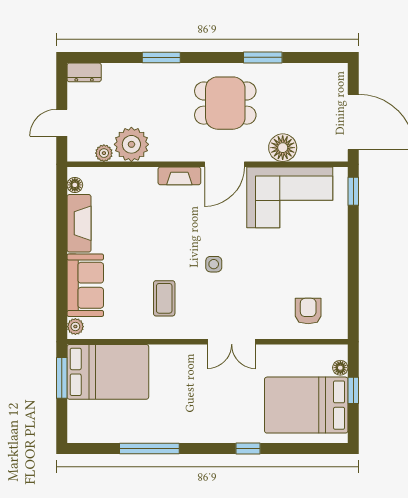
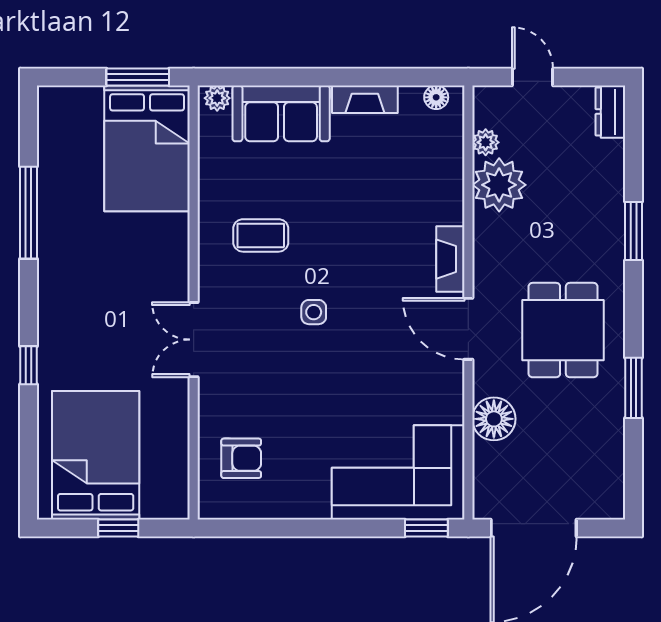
corner sofa: (290, 197) -> (398, 472), moved, turned 90
fireplace: (79, 223) -> (365, 99), width x0.73, depth x0.76
floor lamp: (340, 368) -> (153, 508), removed

